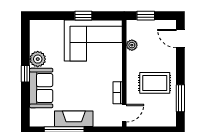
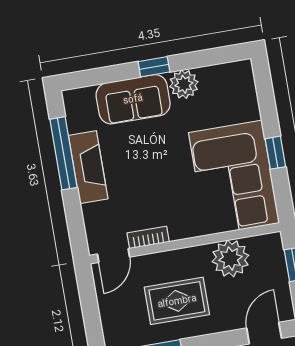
plant: (132, 45) -> (230, 258), width x1.88, depth x1.88
rug: (155, 83) -> (177, 301), turned 90
door: (124, 113) -> (114, 255), hinge flipped

